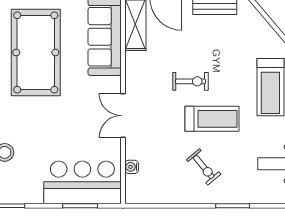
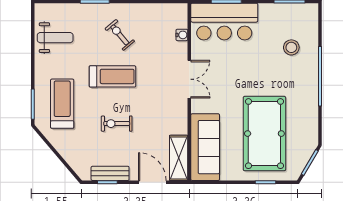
exercise bike: (190, 81) -> (117, 124), moved
treadmill: (212, 119) -> (112, 76), turned 180

